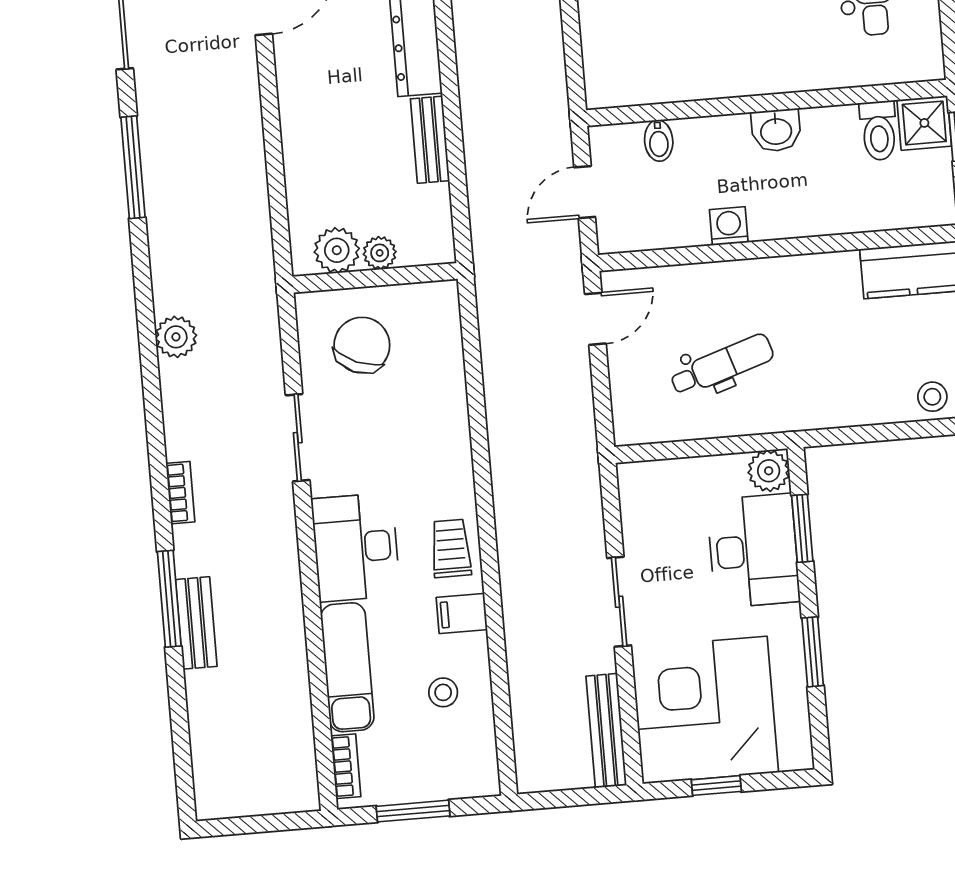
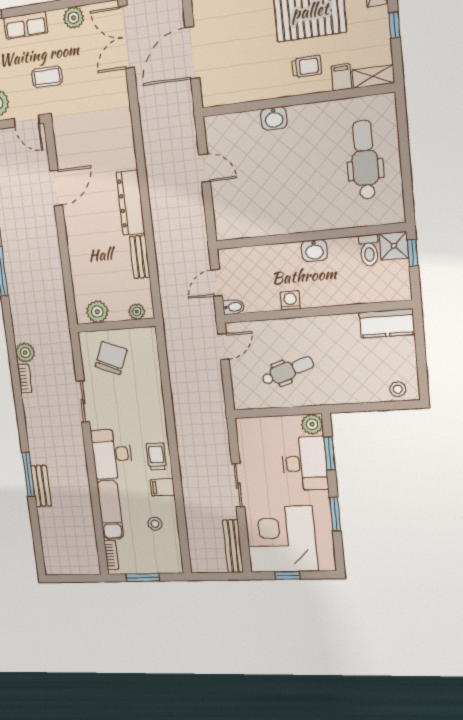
bidet: (659, 141) -> (234, 307), moved, turned -90
plant: (380, 253) -> (137, 312), moved
bookcase: (180, 493) -> (25, 378), moved

